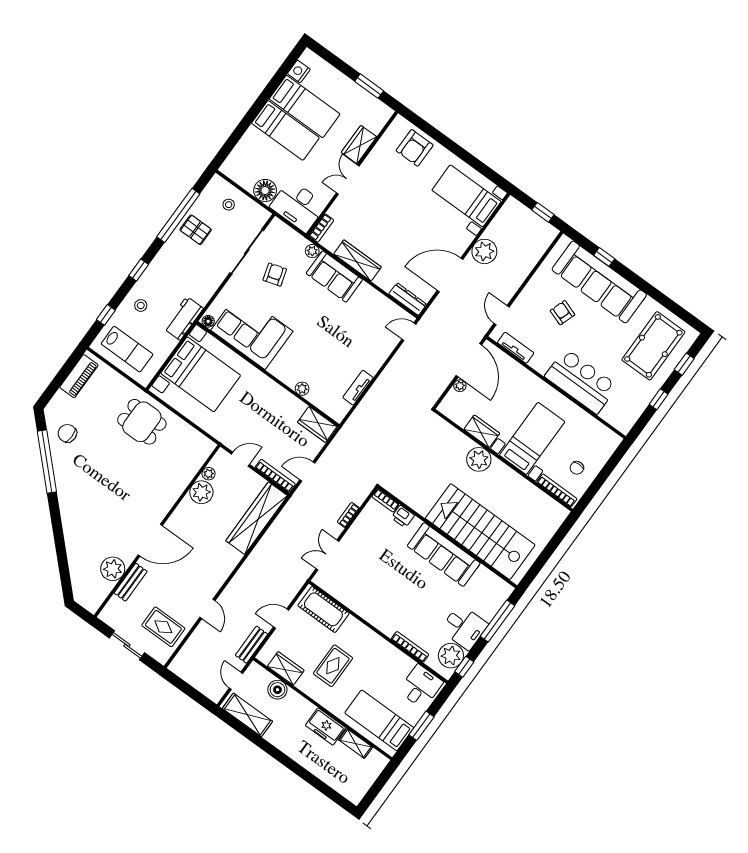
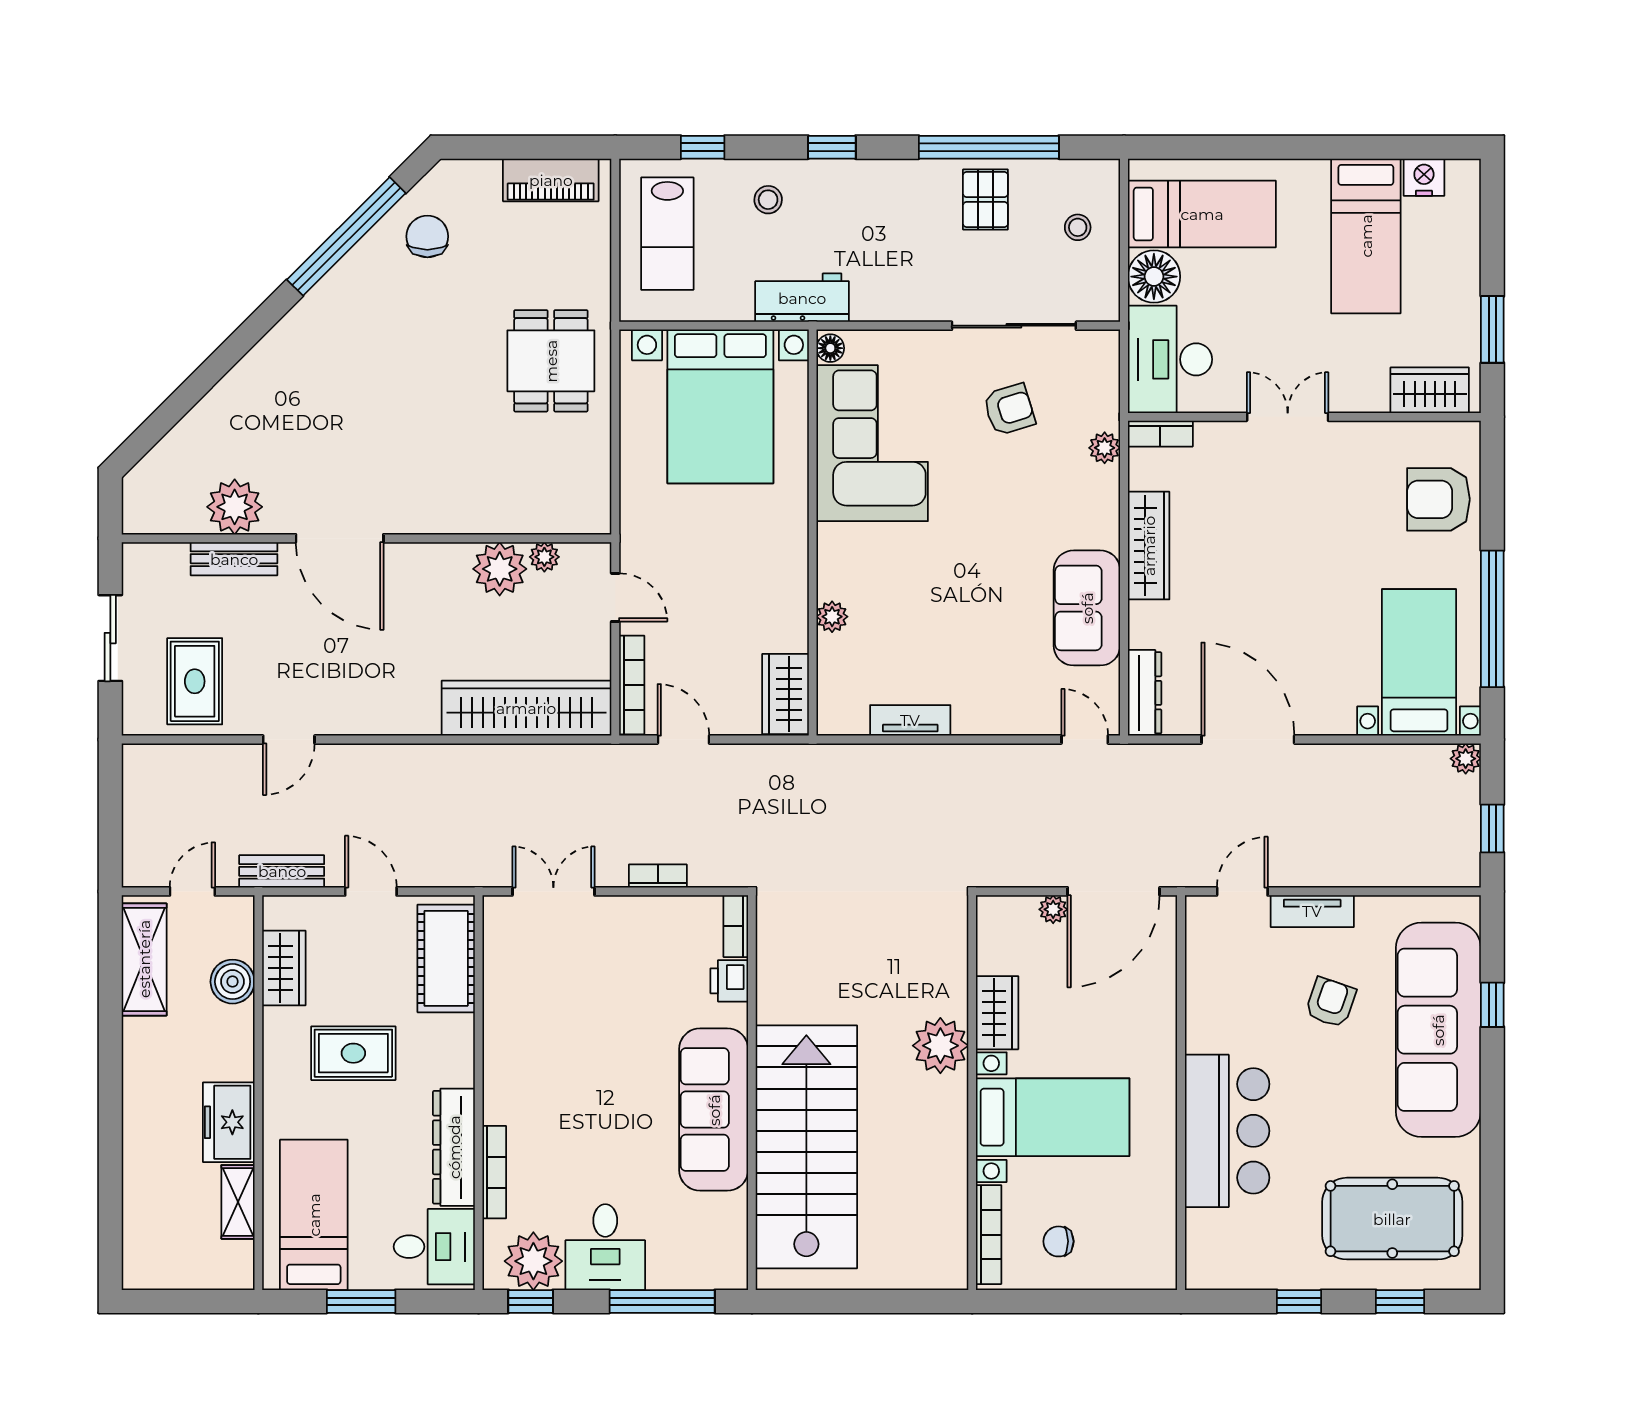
bed: (285, 130) -> (1202, 214), moved, turned -90
wardrobe: (359, 145) -> (1430, 390), moved
window: (470, 159) -> (1492, 619), added
plant: (484, 251) -> (1466, 759), moved, width x0.53, depth x0.53
sofa: (334, 276) -> (1087, 608), moved
tv unit: (516, 348) -> (1312, 911), moved, turned 90
dresser: (391, 655) -> (454, 1147), added

